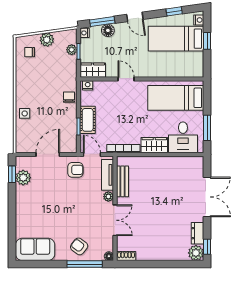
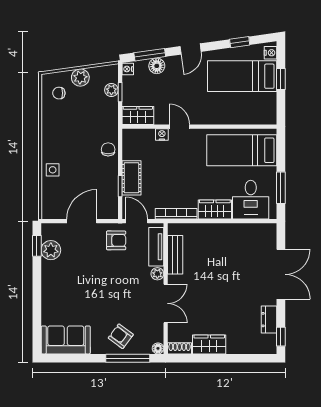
door: (135, 17) -> (191, 49), hinge flipped
nightstand: (88, 85) -> (162, 135), moved
wardrobe: (150, 253) -> (209, 345), added
plant: (196, 253) -> (267, 344), removed

